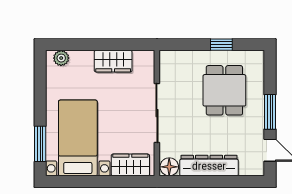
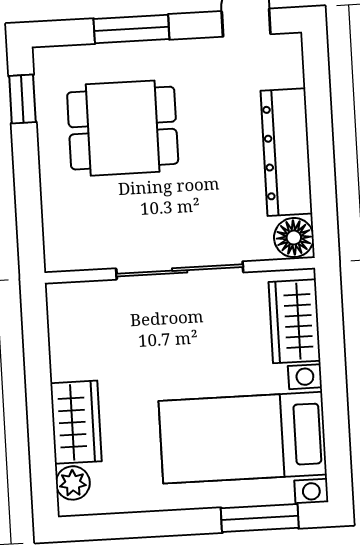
window: (221, 45) -> (22, 99), moved
wardrobe: (113, 61) -> (76, 422), moved
window: (270, 112) -> (131, 29), moved

